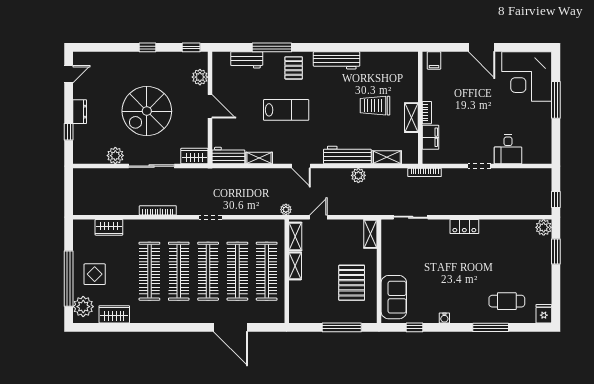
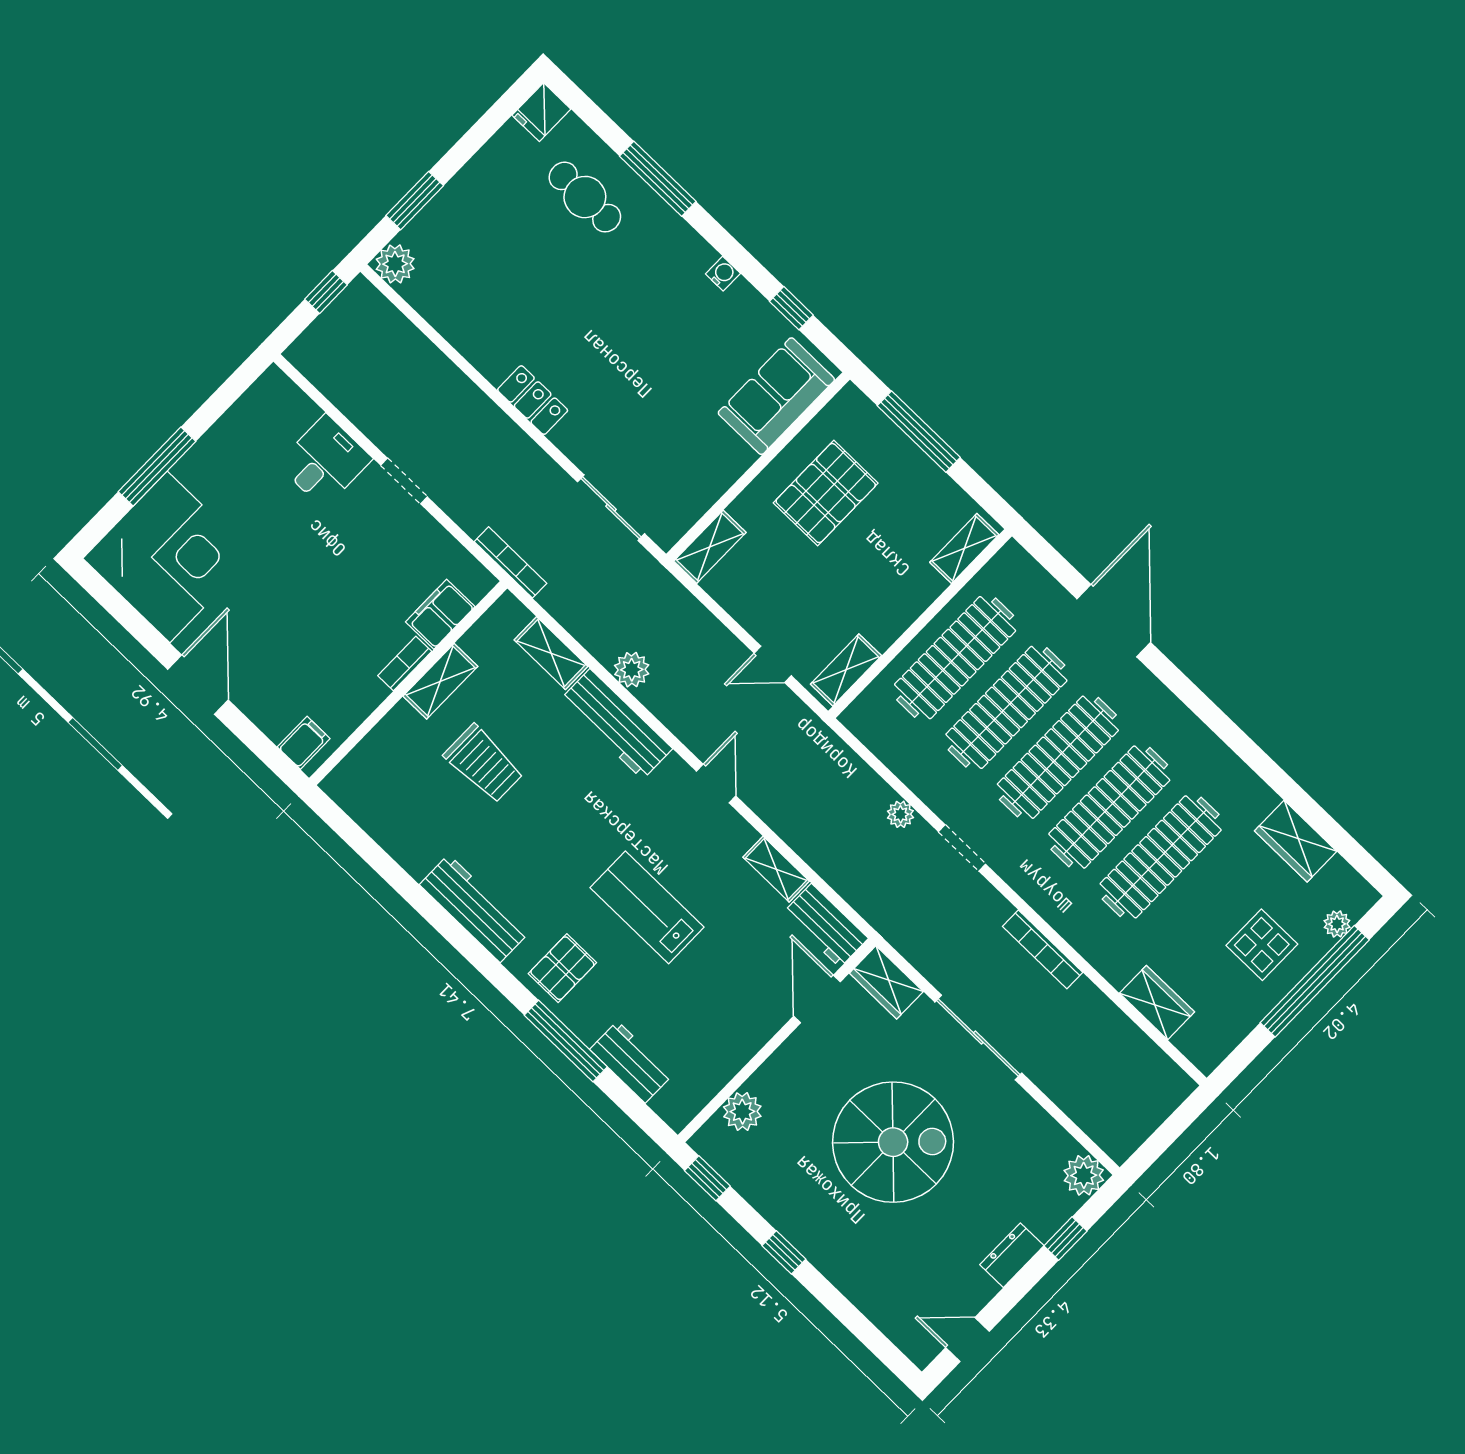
door: (210, 106) -> (817, 999), moved
plant: (115, 156) -> (1084, 1175), moved
plant: (286, 210) -> (900, 814), moved
shelving: (295, 266) -> (964, 549), moved
plant: (83, 307) -> (1337, 924), width x0.53, depth x0.53

